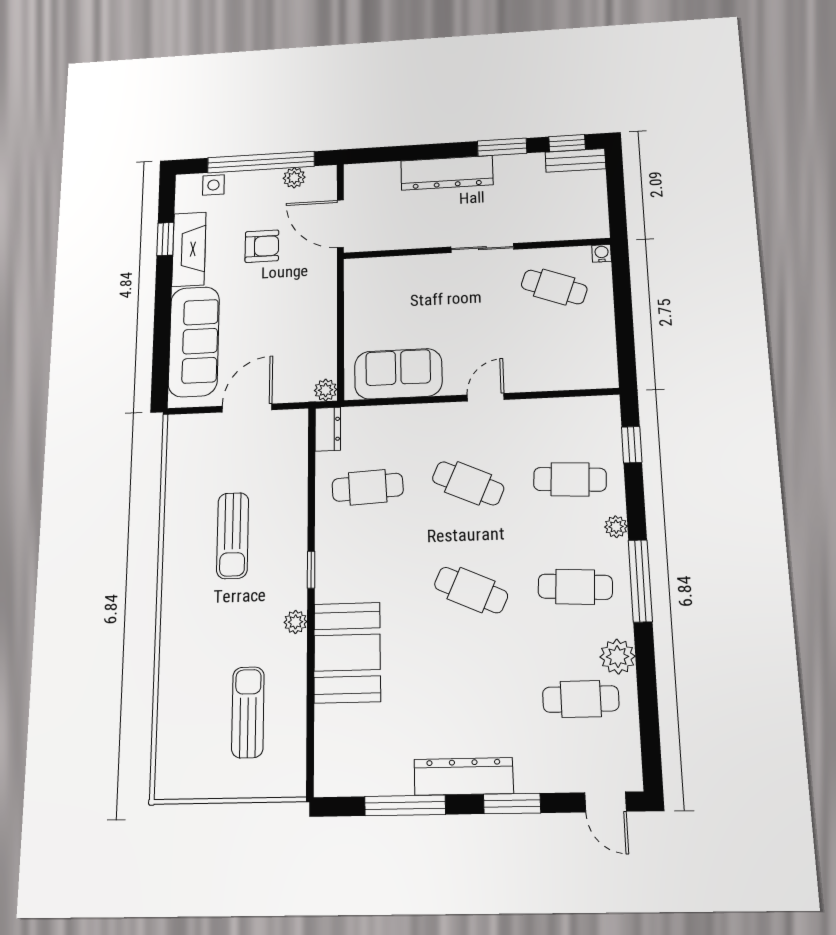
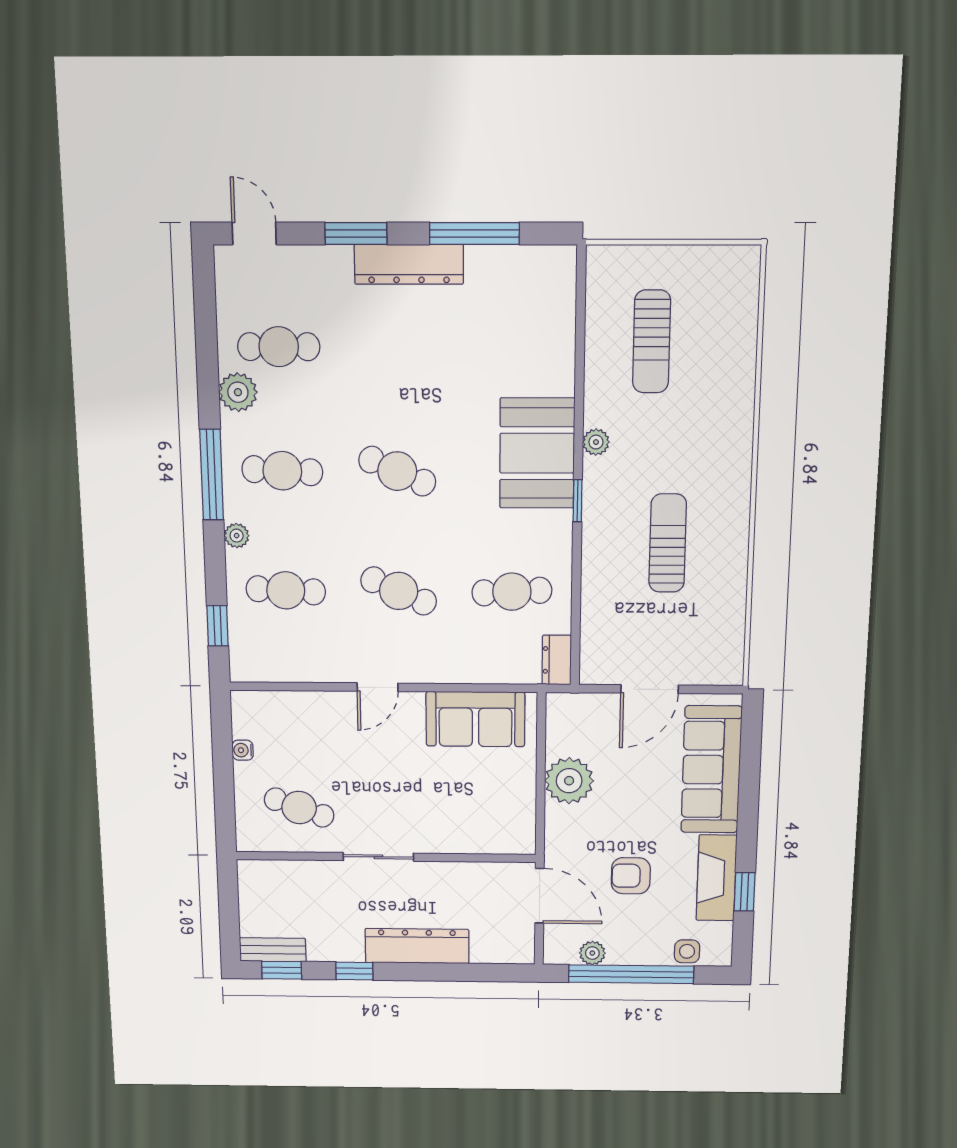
window: (502, 147) -> (354, 971), width x0.67
water cooler: (602, 253) -> (243, 750), moved, turned 90
plant: (326, 390) -> (569, 781), moved, width x1.87, depth x1.87
booth: (347, 653) -> (537, 453), moved

